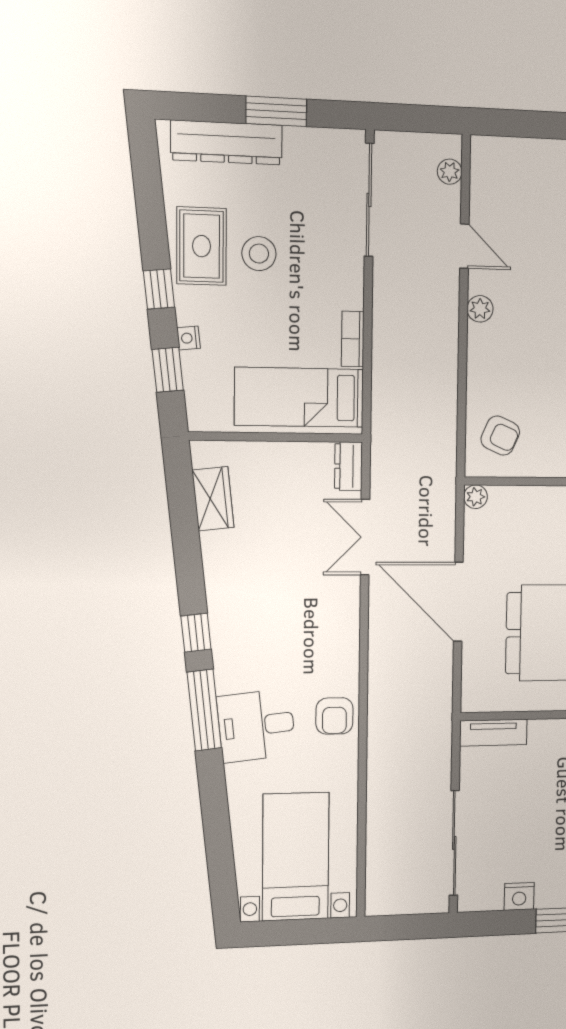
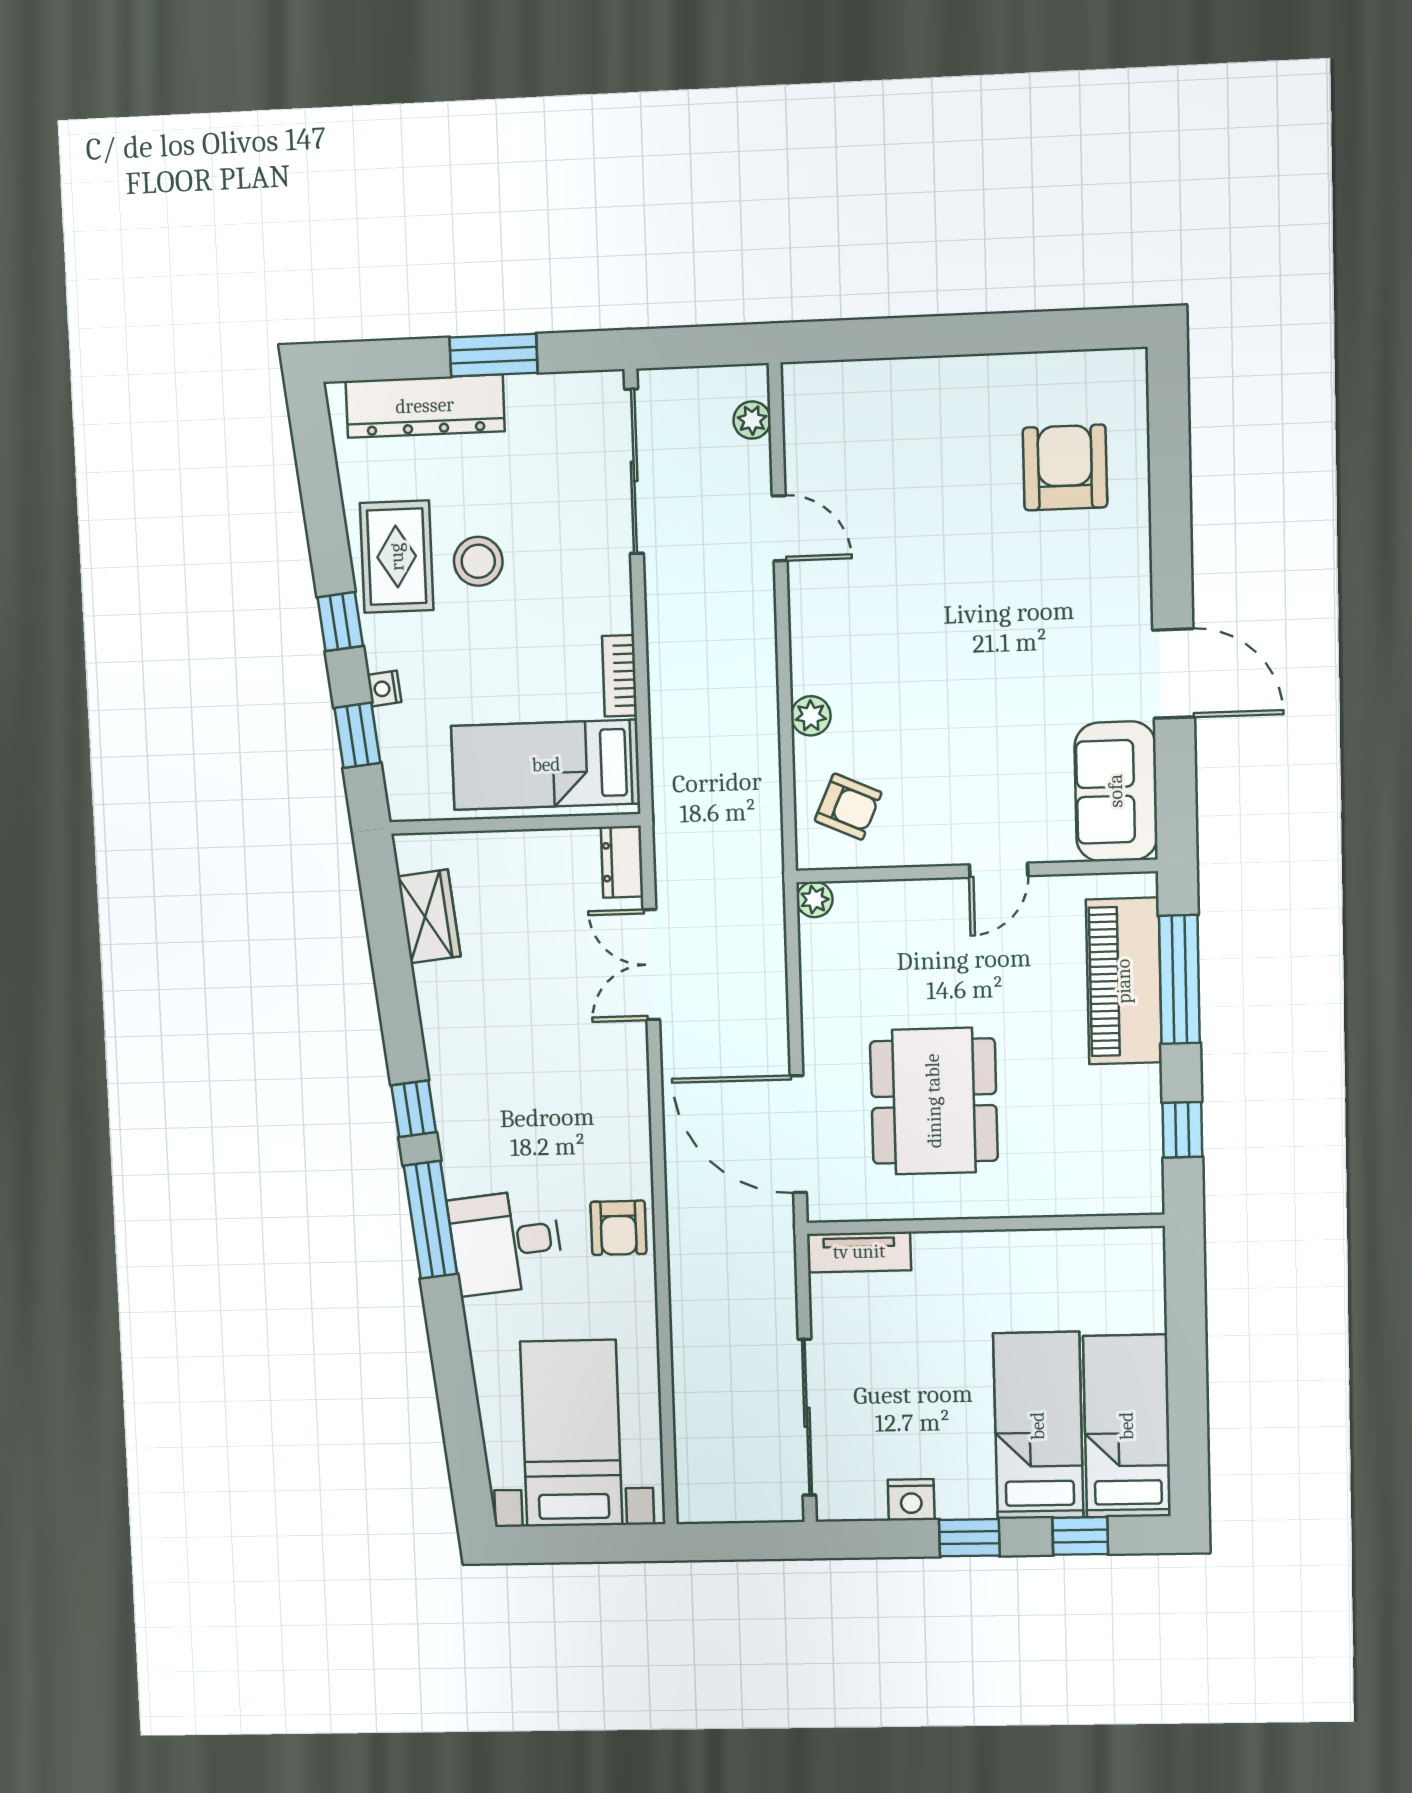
plant: (480, 309) -> (811, 716), moved
door: (458, 602) -> (798, 1134), moved

